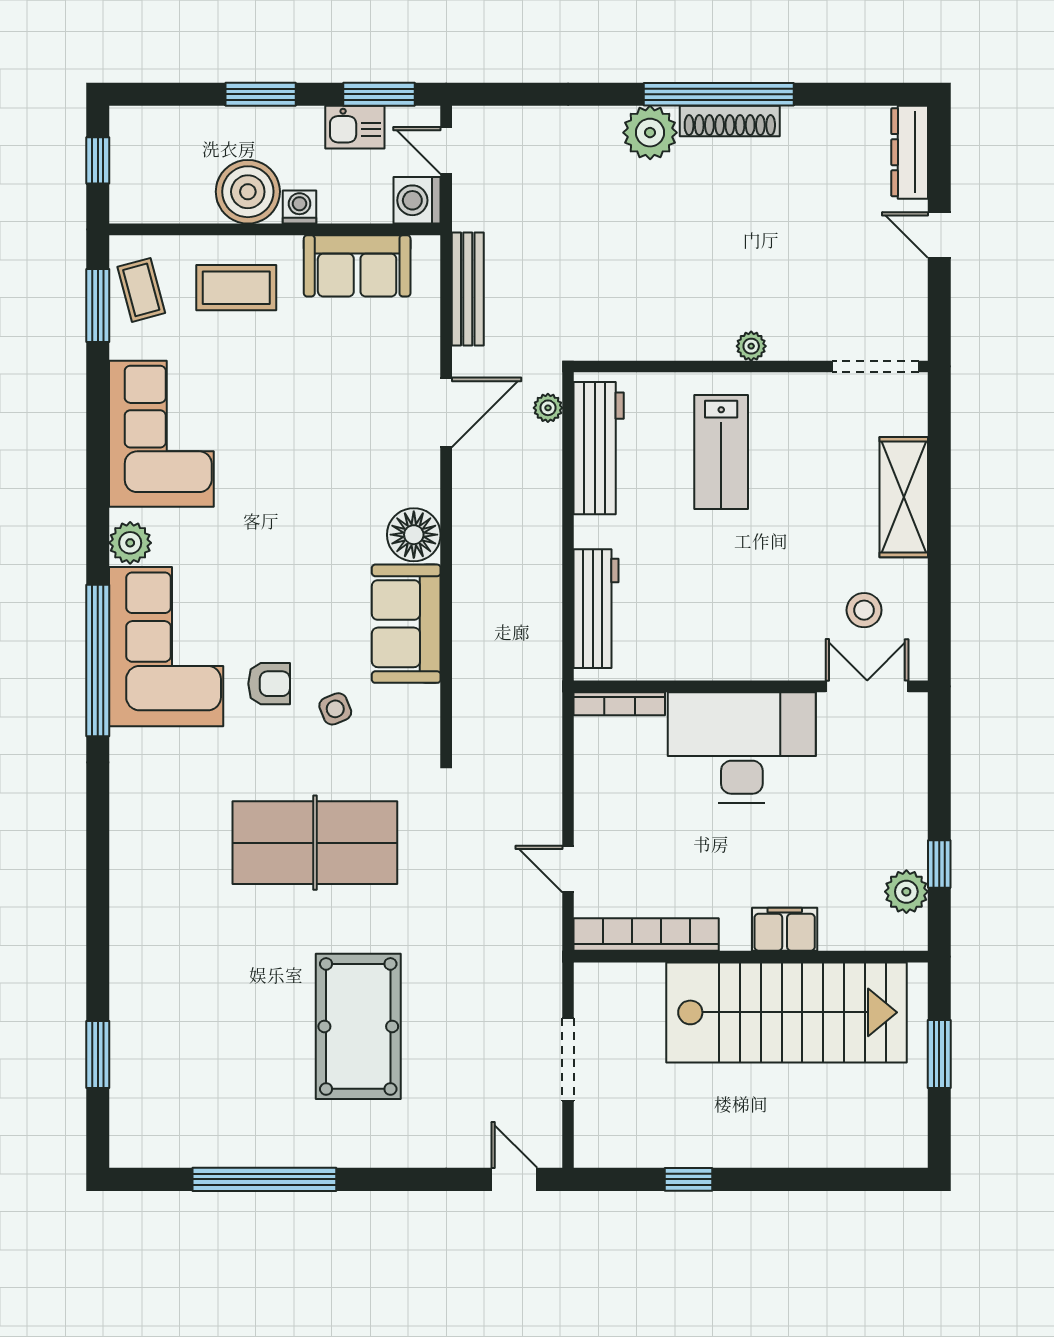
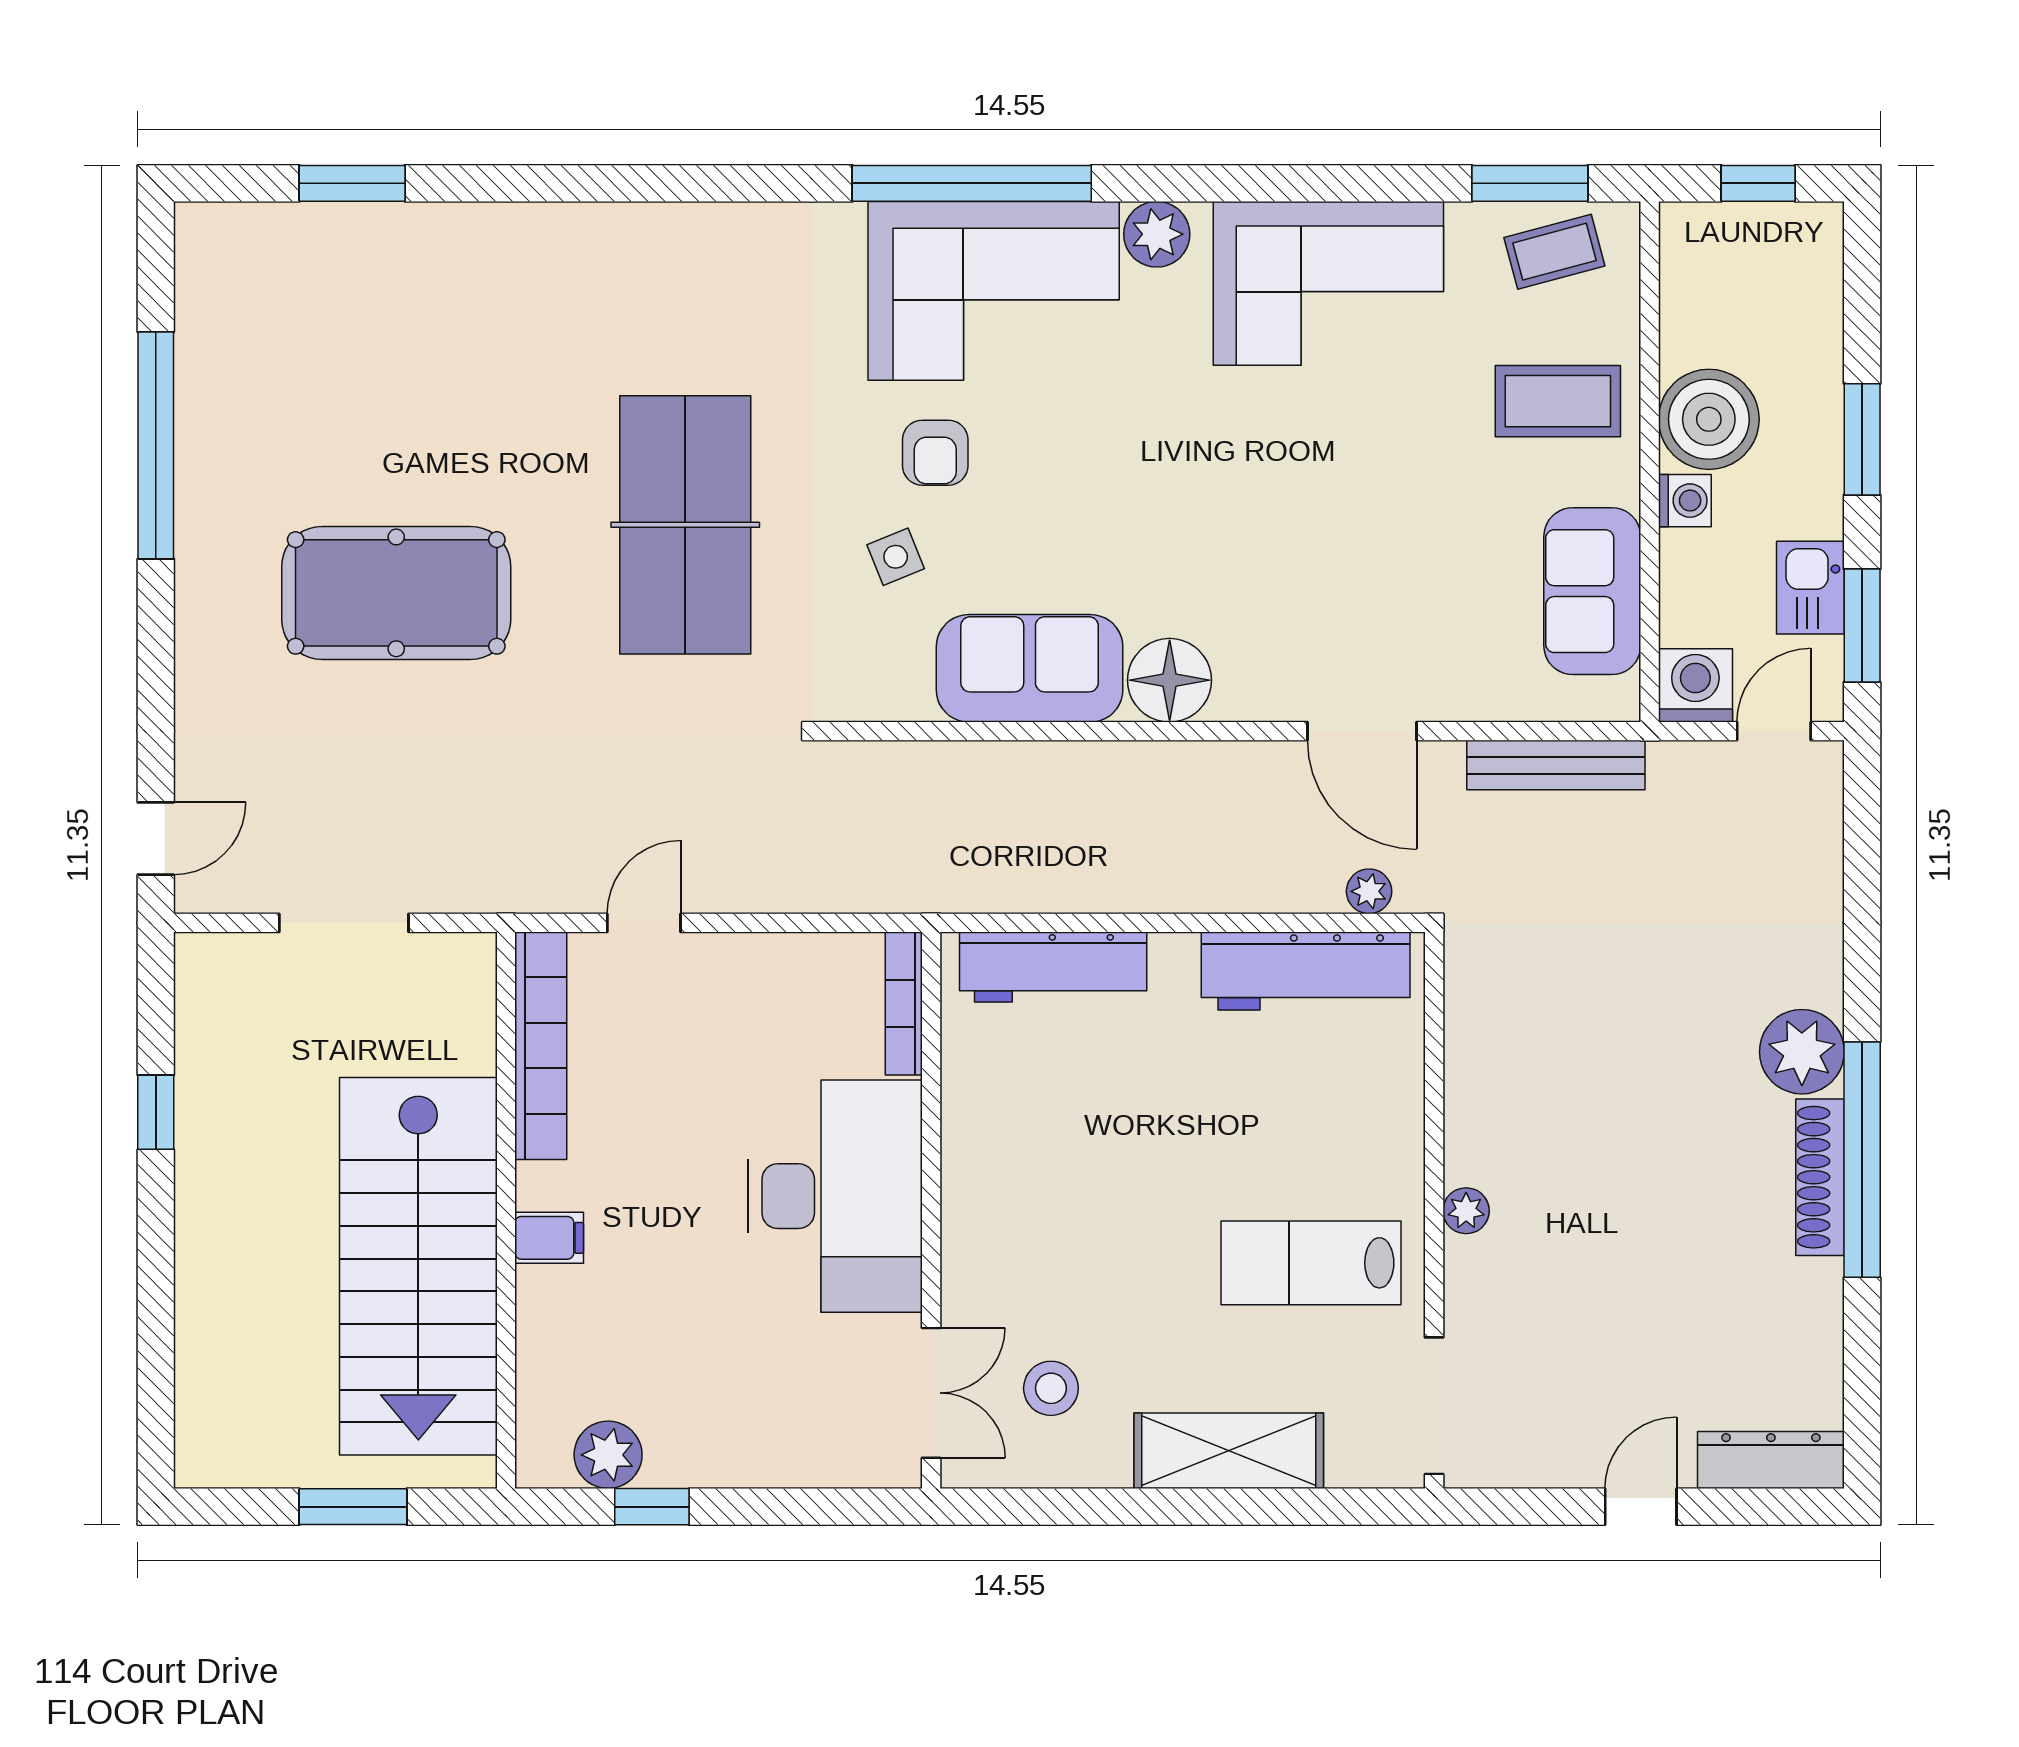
coffee table: (236, 288) -> (1558, 401), turned 90
lab bench: (721, 452) -> (1311, 1263), moved
filing cabinet: (785, 929) -> (549, 1238), width x0.50

